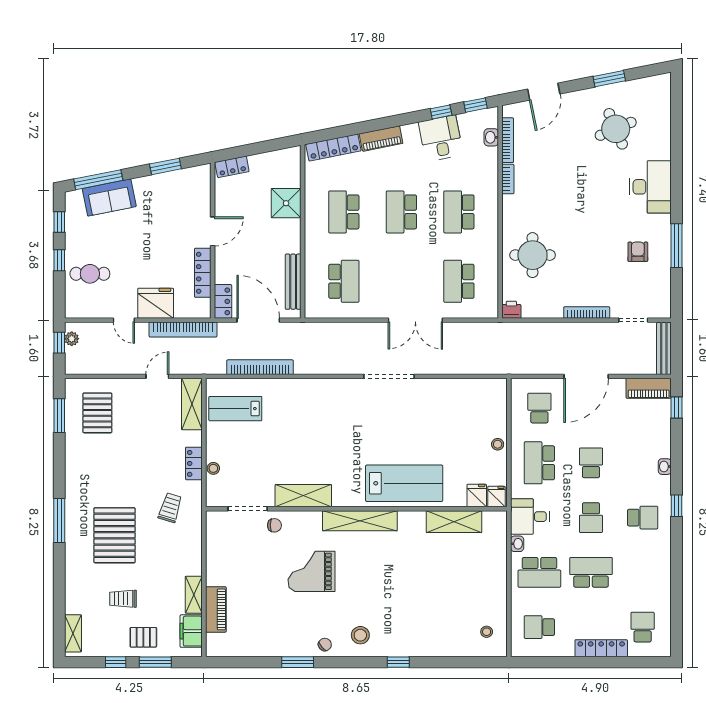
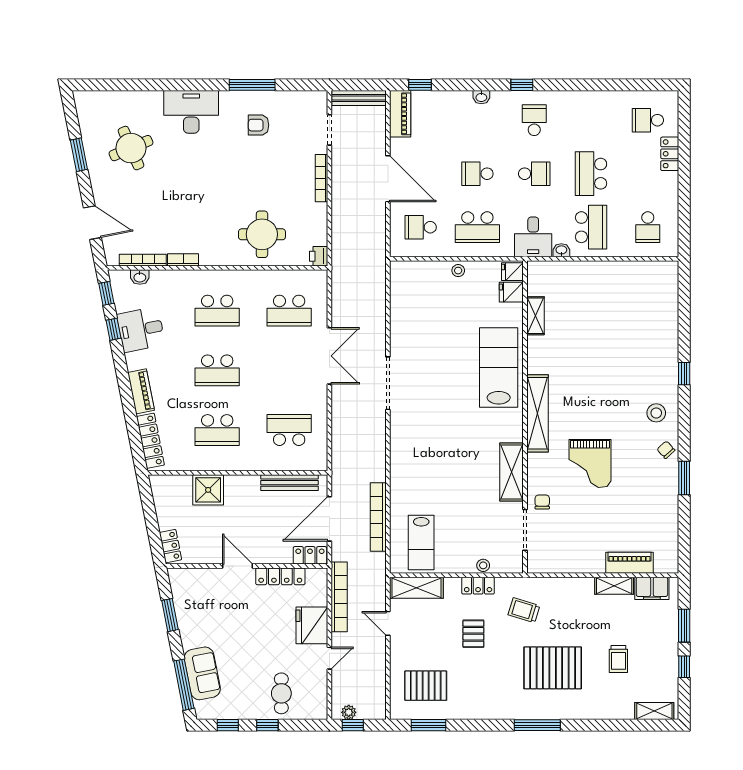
shelving: (454, 522) -> (536, 316), width x0.67, depth x0.75
stool: (487, 632) -> (653, 282), removed
pallet: (143, 637) -> (473, 634), moved
locker: (601, 648) -> (670, 154), width x0.66

